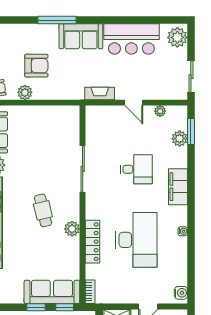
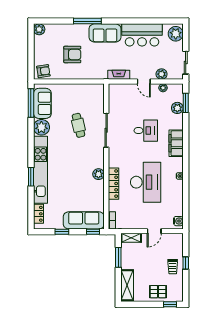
plant: (25, 92) -> (162, 74), moved
cafe table: (43, 210) -> (78, 125), moved
window: (36, 307) -> (62, 232), moved

